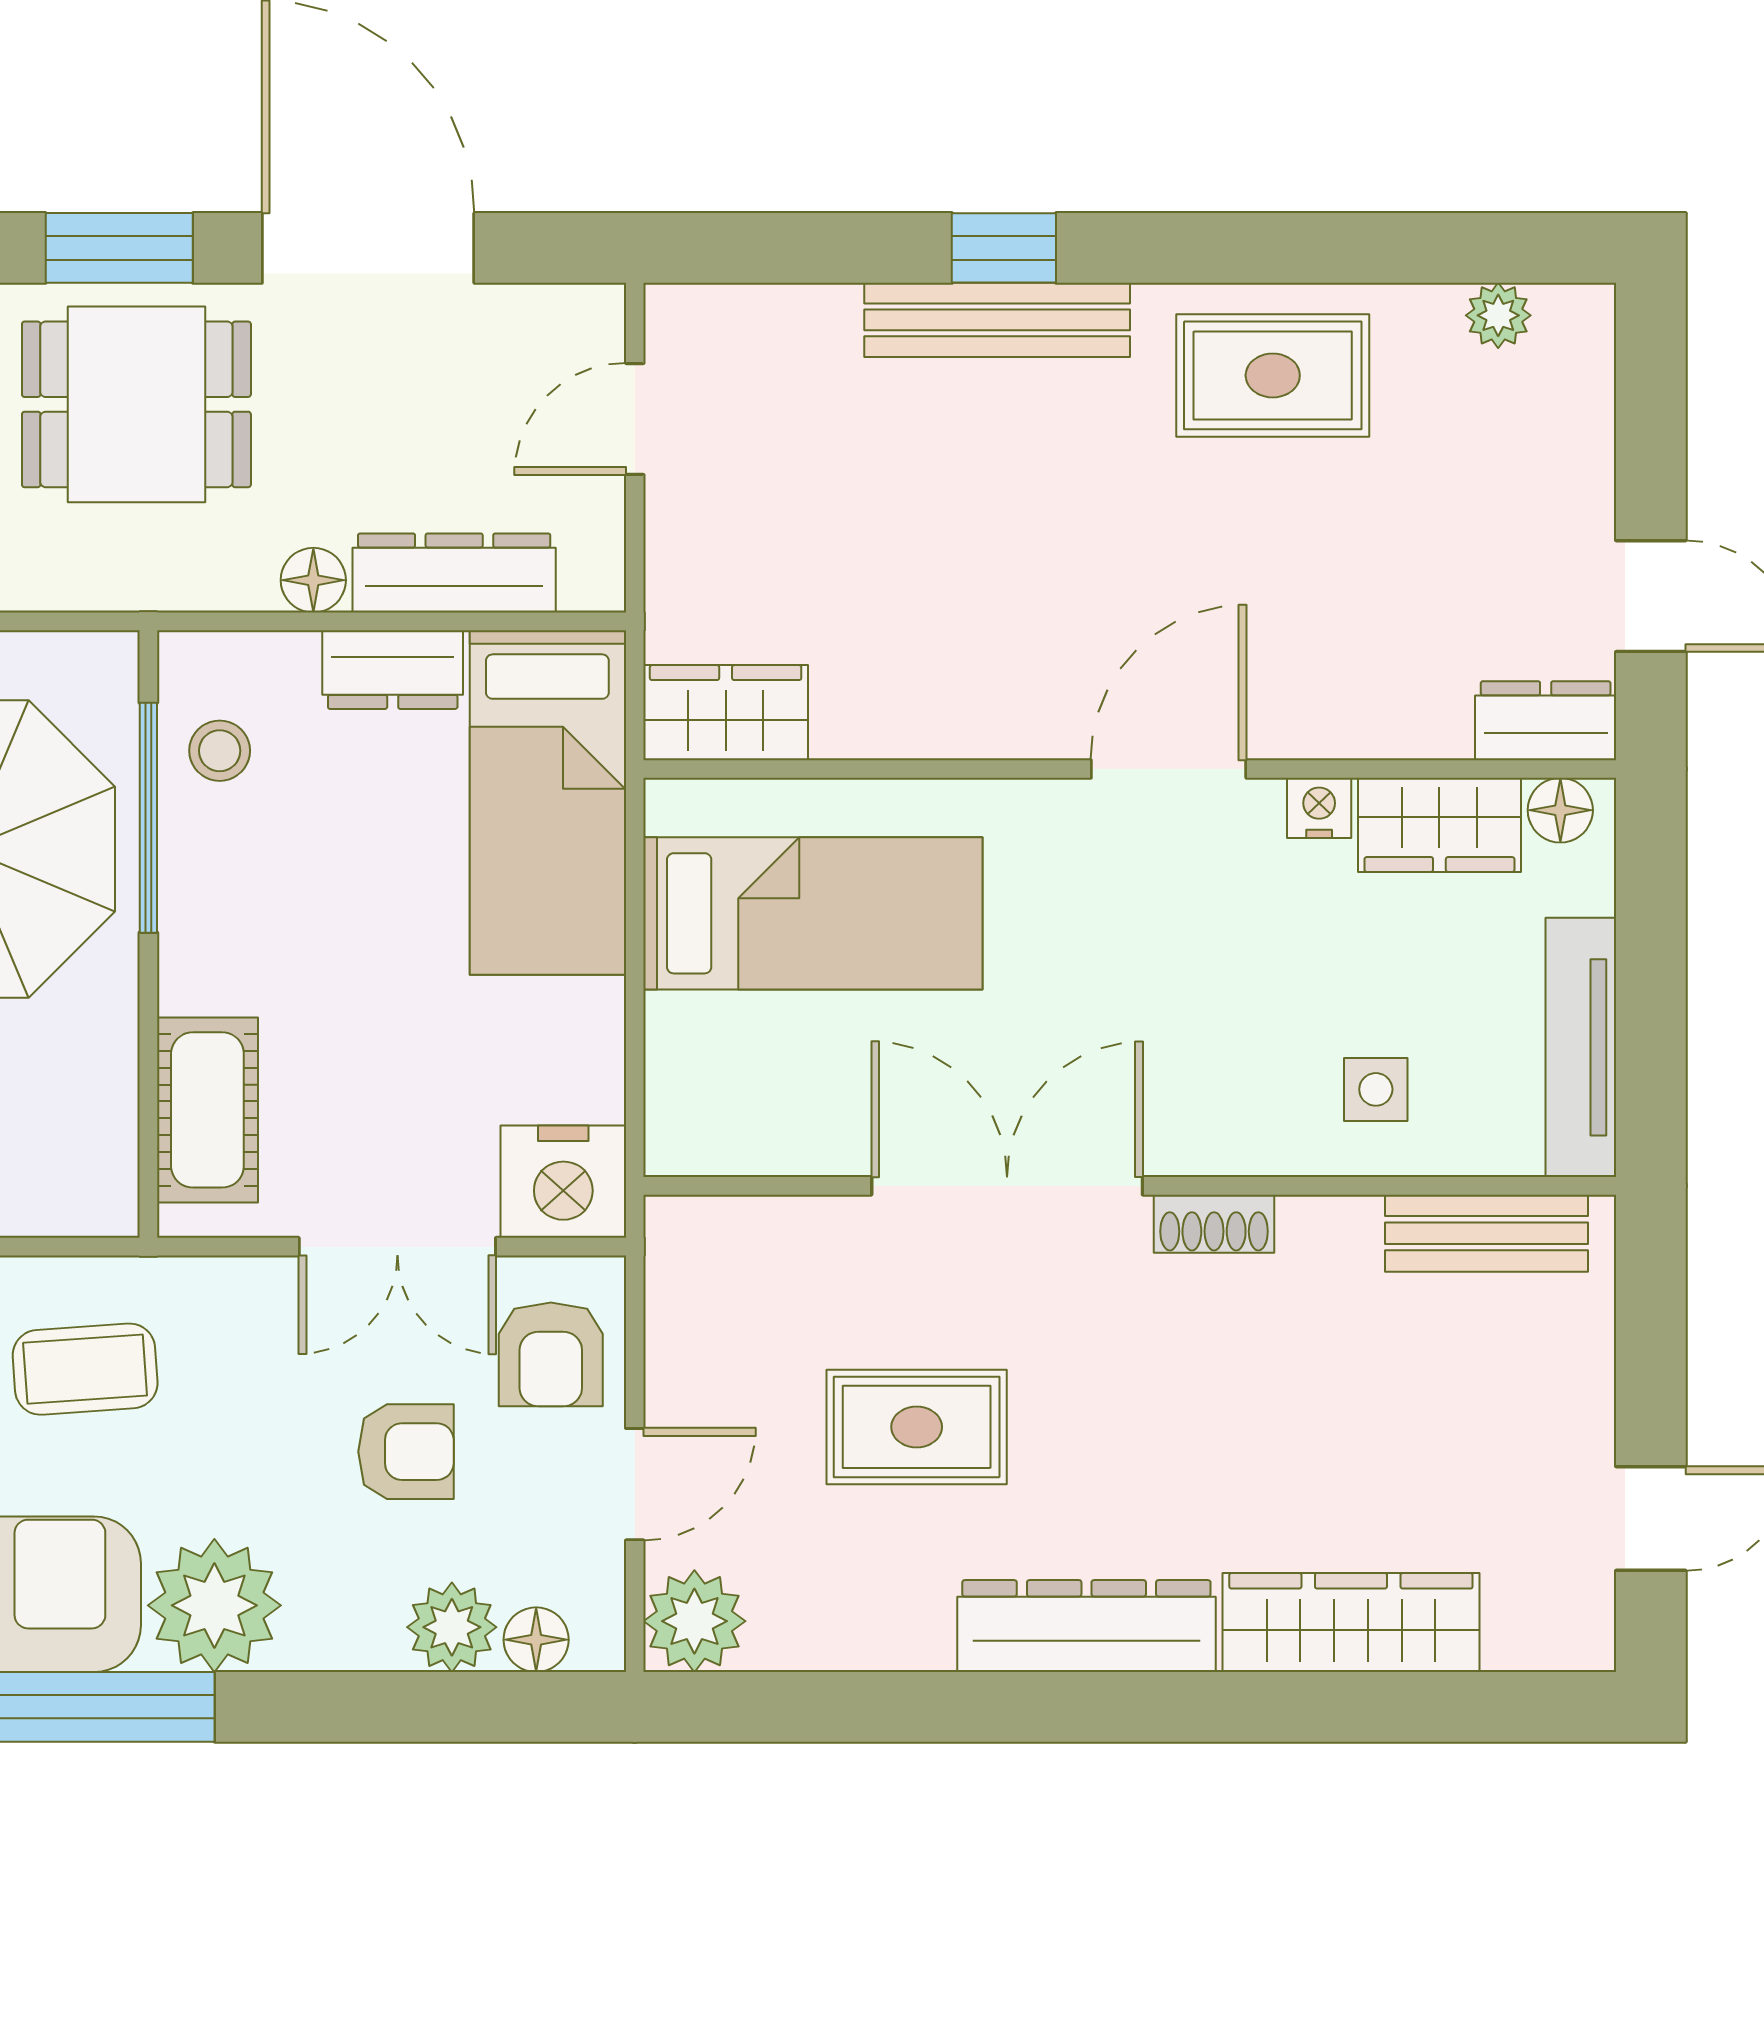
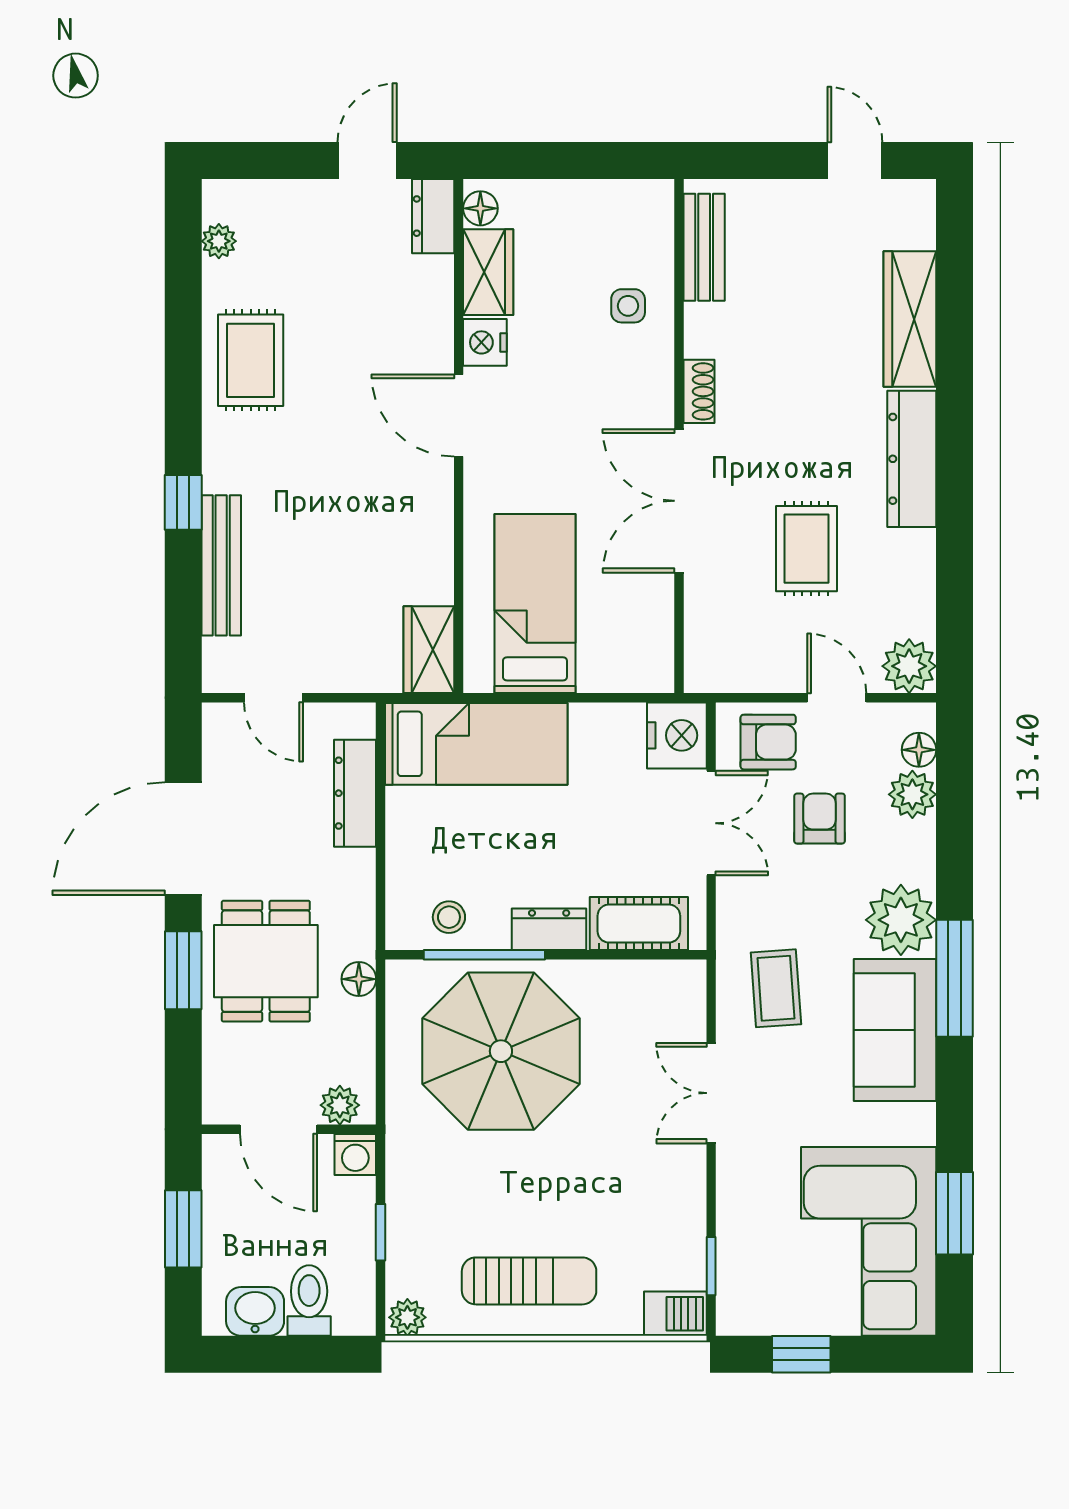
bench: (997, 320) -> (221, 565), moved
floor lamp: (313, 580) -> (359, 979), moved
dresser: (393, 670) -> (549, 929), moved, turned -90
nightstand: (1319, 808) -> (485, 342), width x1.39, depth x1.35
tv unit: (1581, 1047) -> (606, 197), removed

